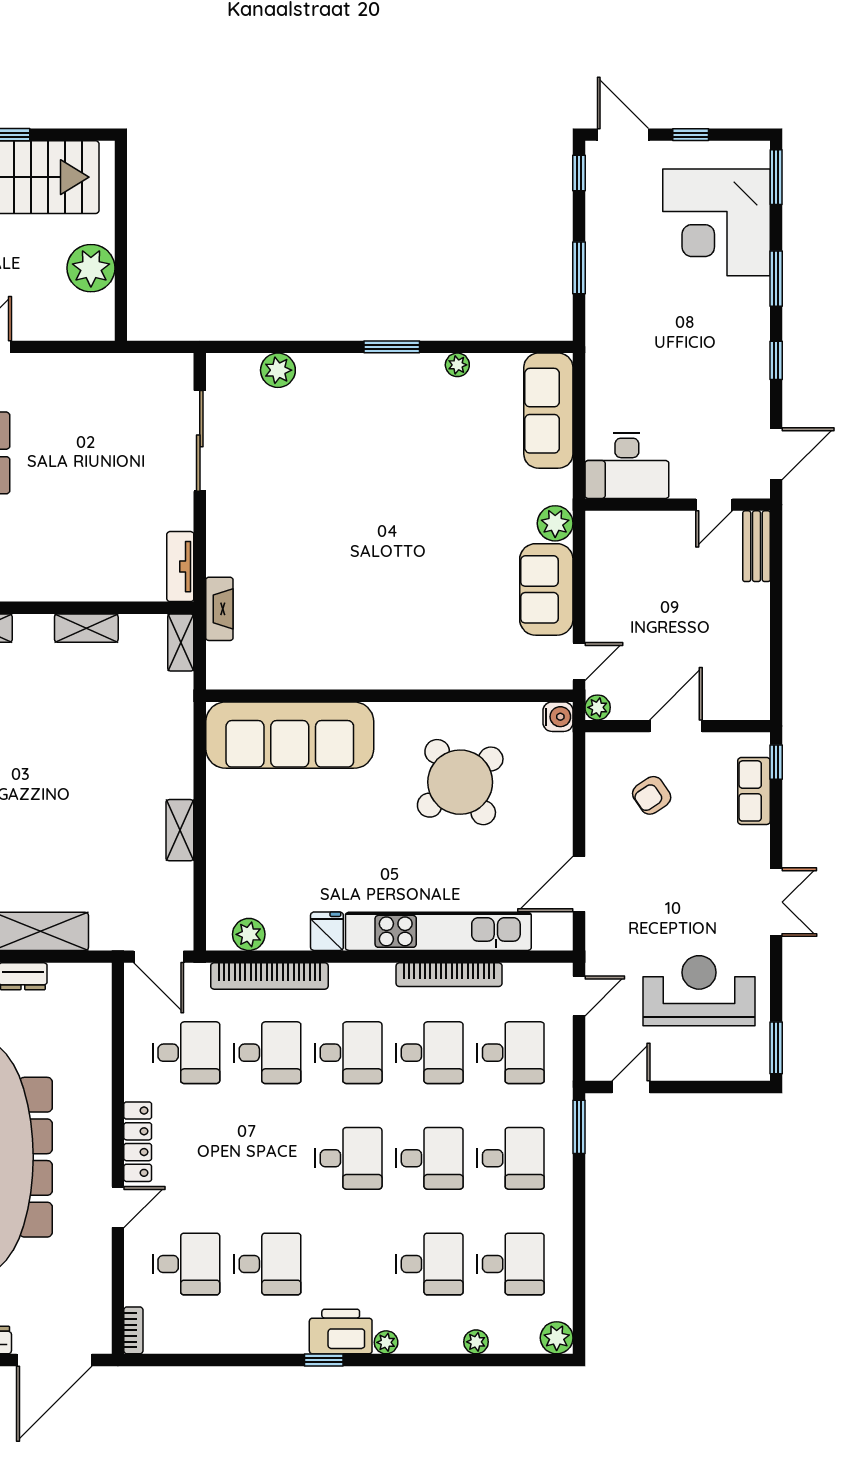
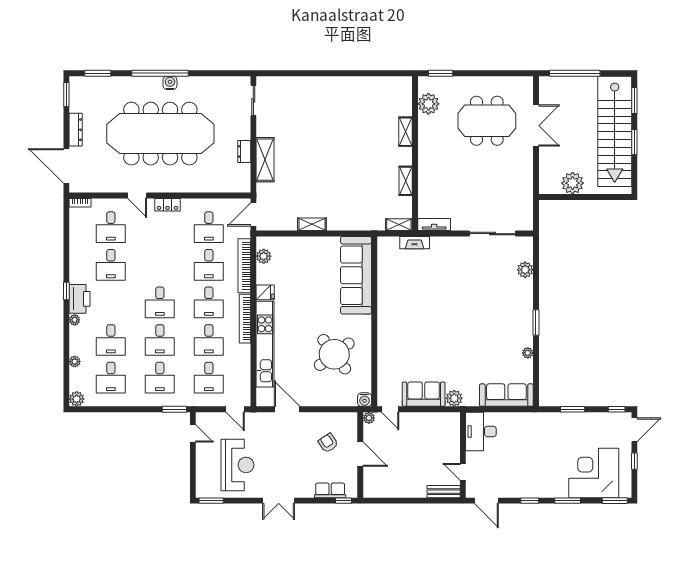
bookcase: (449, 975) -> (245, 319), moved
locker: (138, 1142) -> (168, 205), width x0.66

